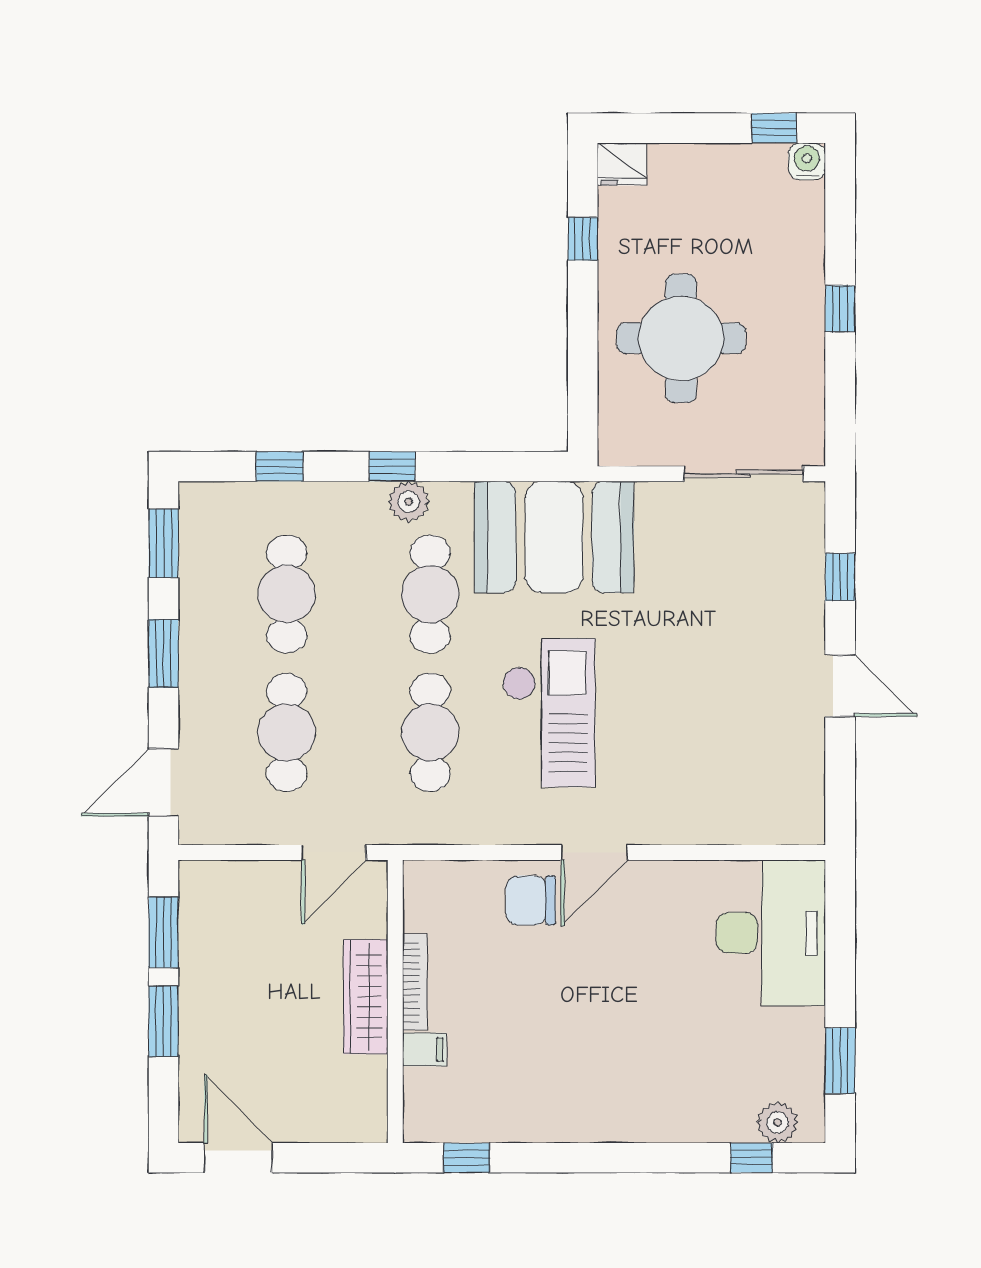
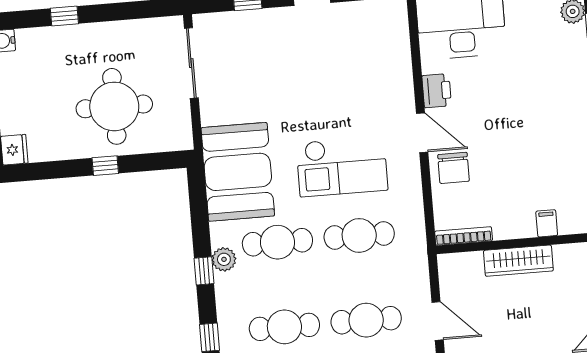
window: (583, 239) -> (105, 166), moved
window: (840, 309) -> (64, 16), moved
checkout: (549, 713) -> (342, 166), turned 180
door: (334, 853) -> (438, 321), moved
printer: (663, 883) -> (437, 91), added
bookcase: (415, 982) -> (464, 236), moved

